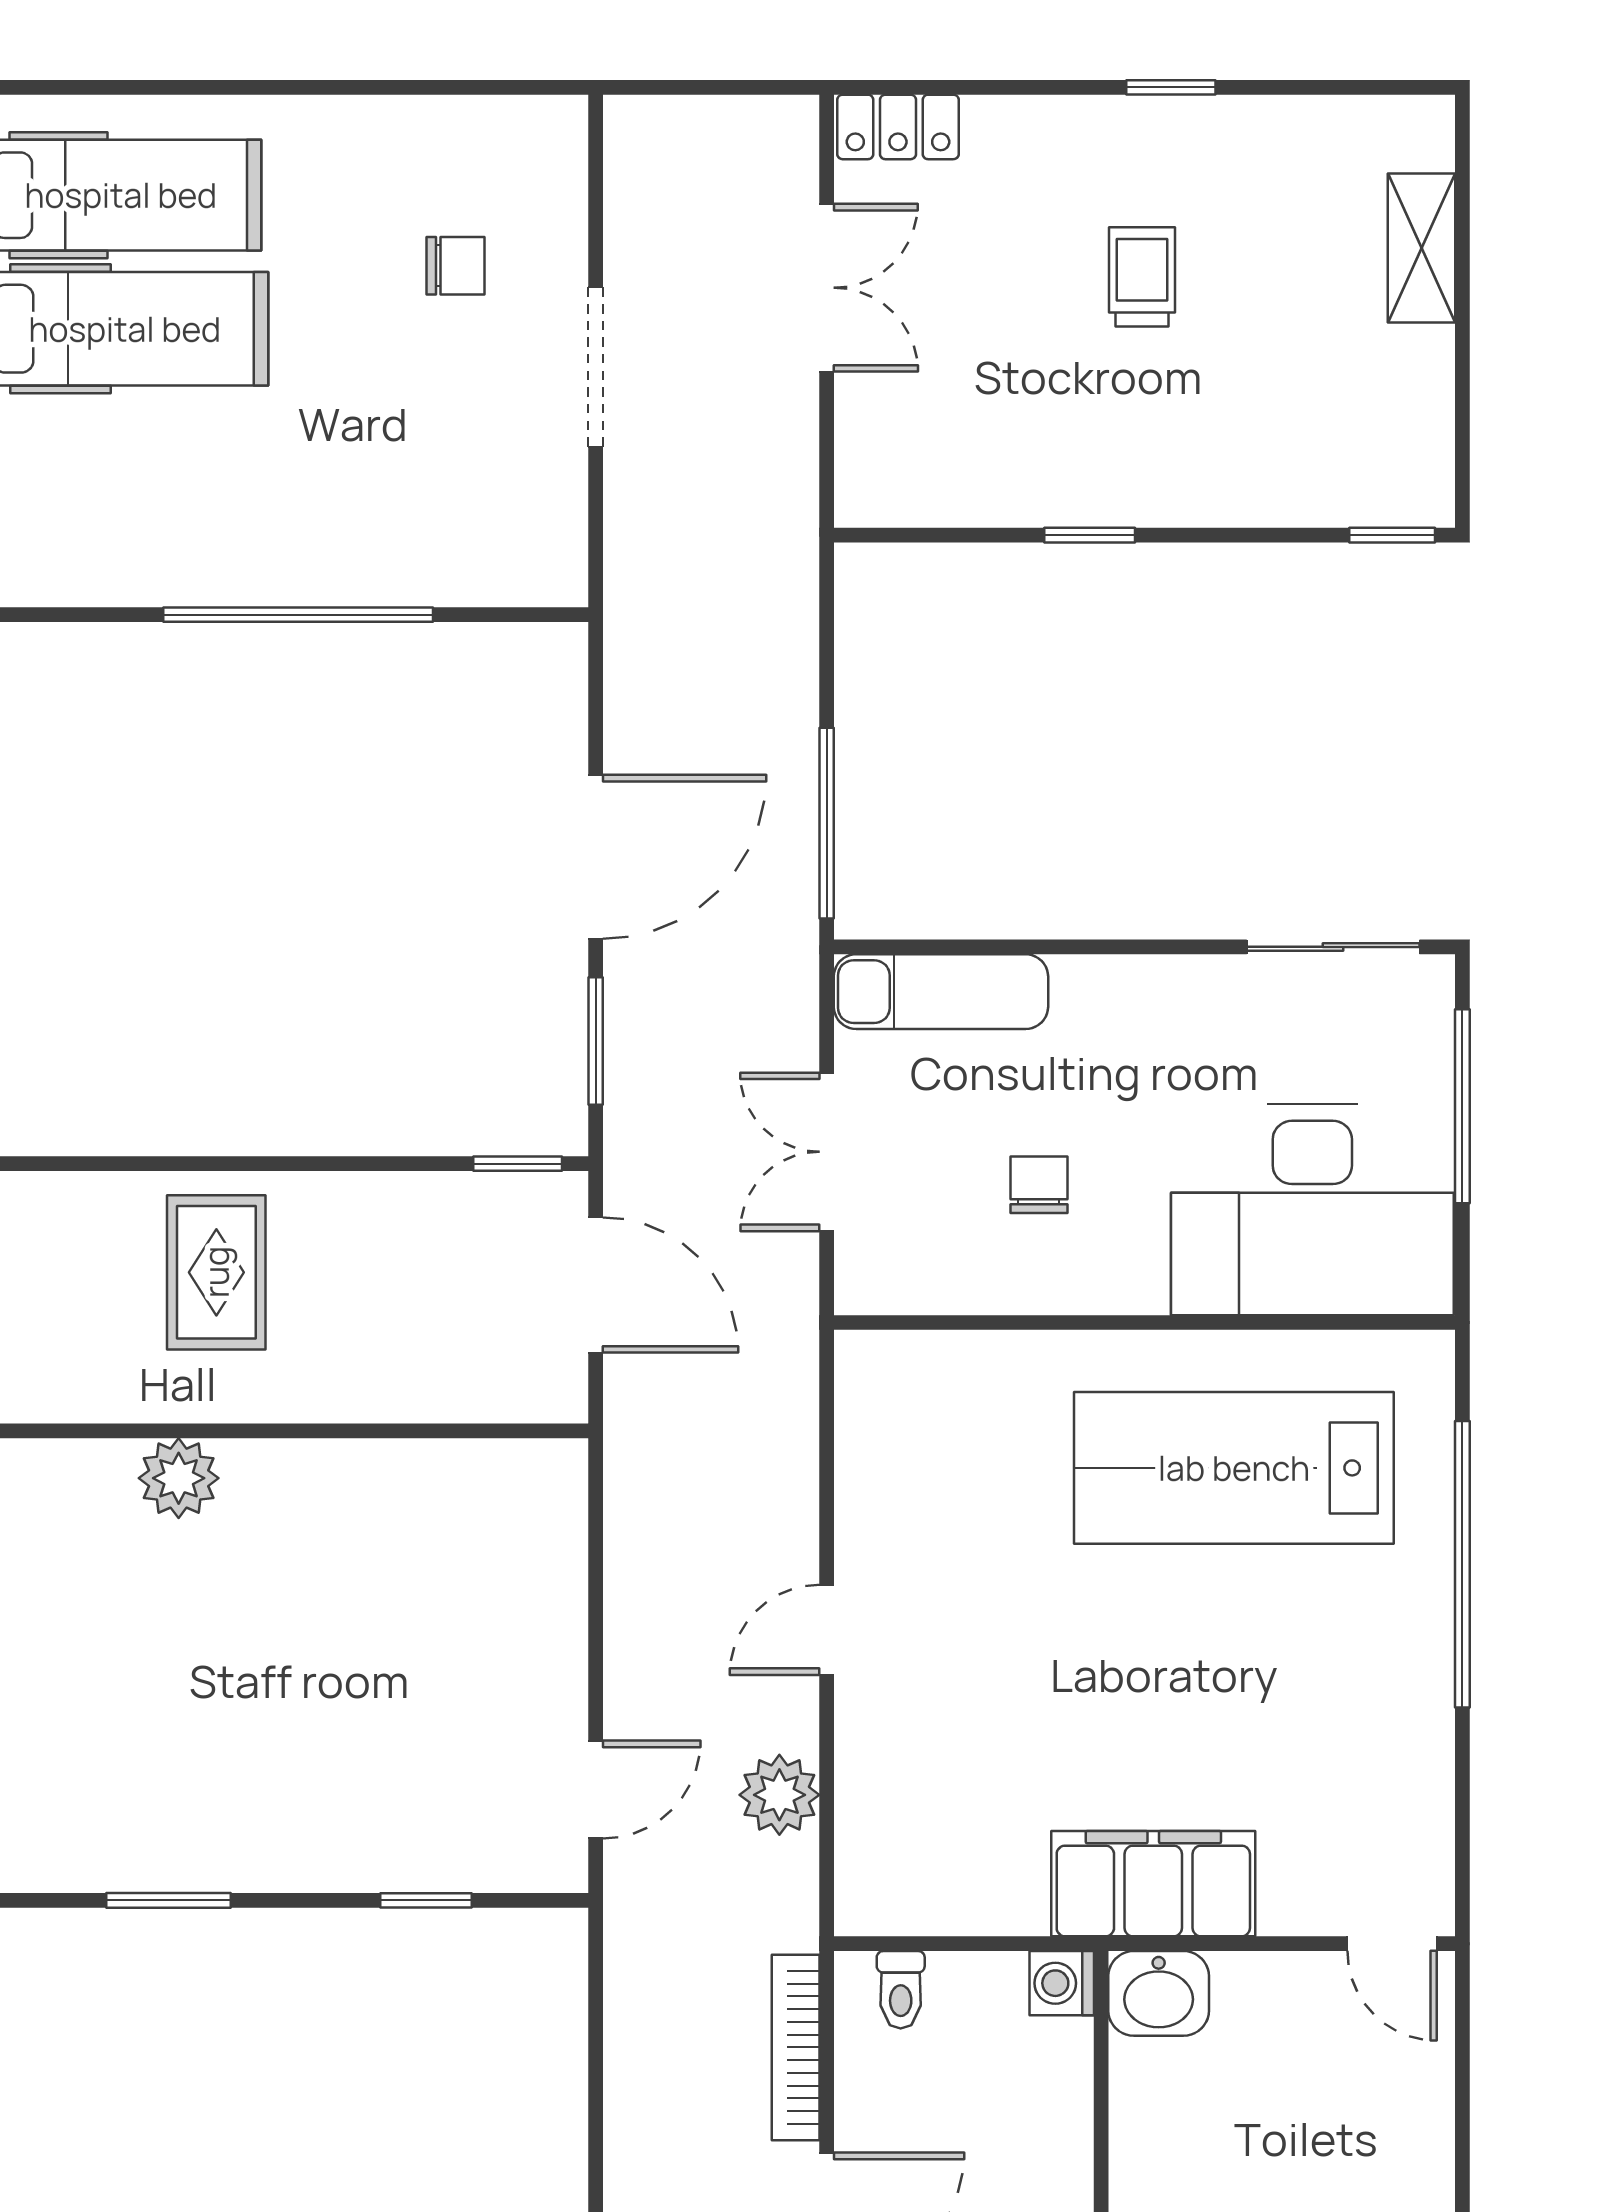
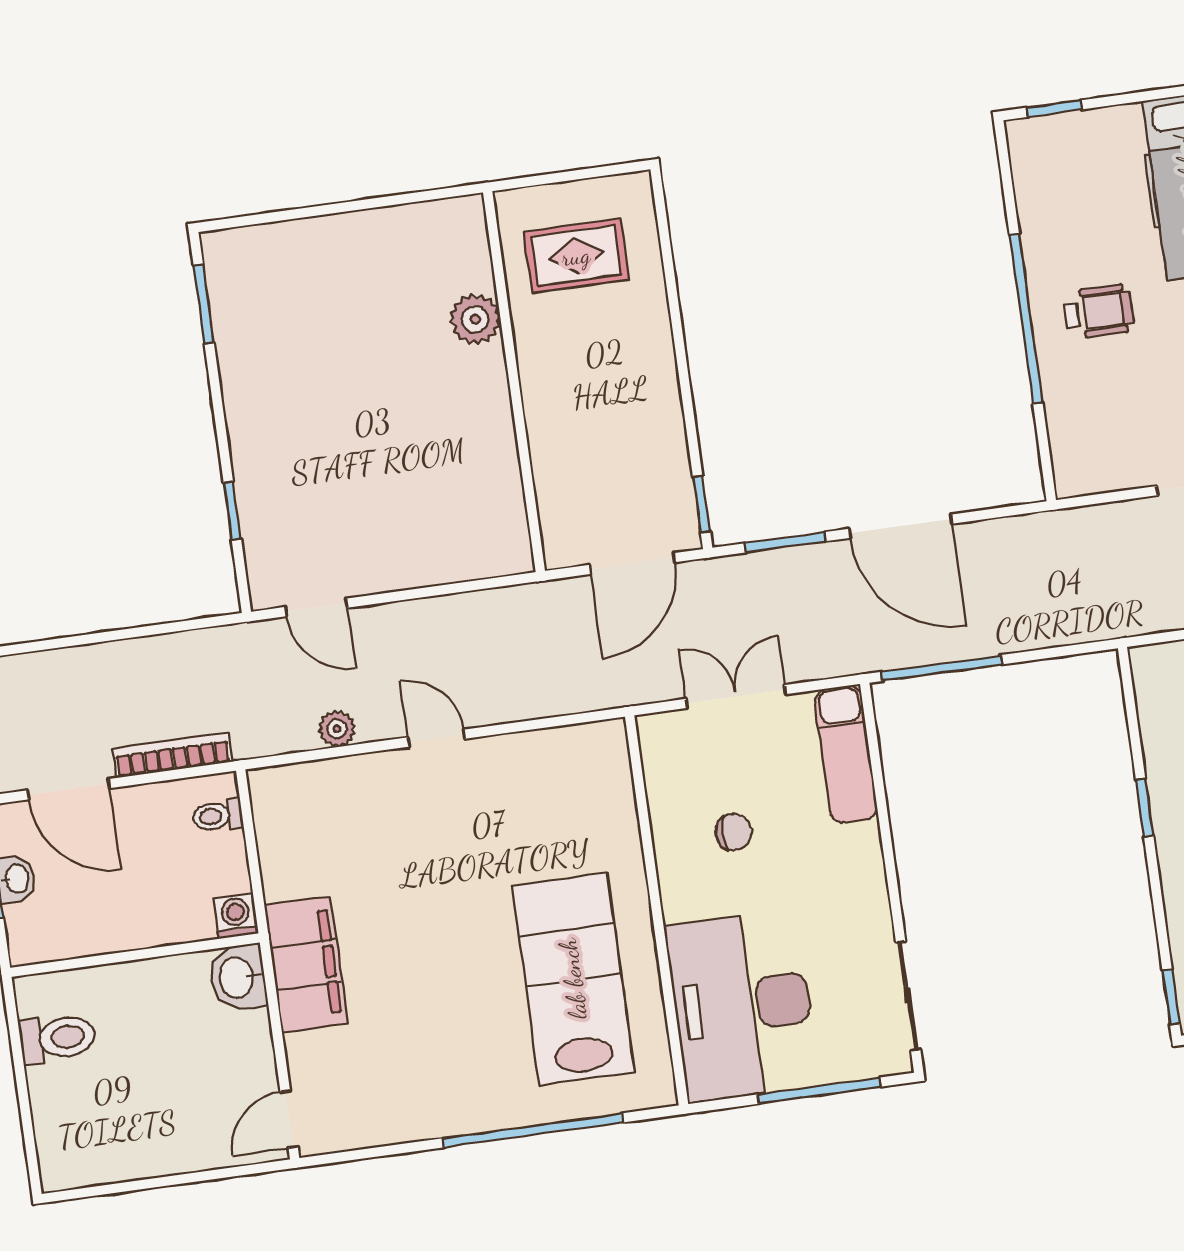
wheelchair: (302, 500) -> (1098, 312), added
rug: (216, 1272) -> (576, 256), moved
plant: (779, 1795) -> (337, 729), width x0.73, depth x0.73
window: (168, 1900) -> (204, 304), moved

